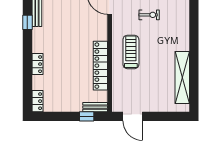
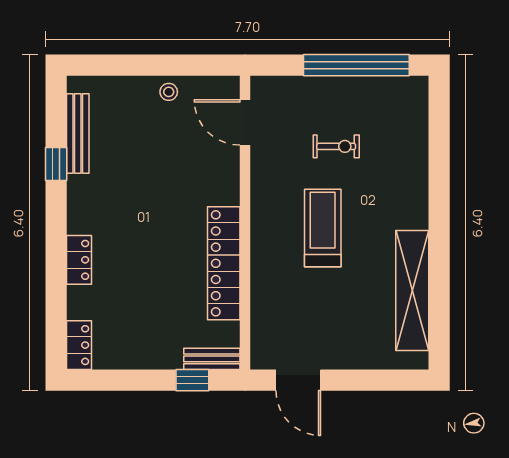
treadmill: (131, 52) -> (323, 228), moved

